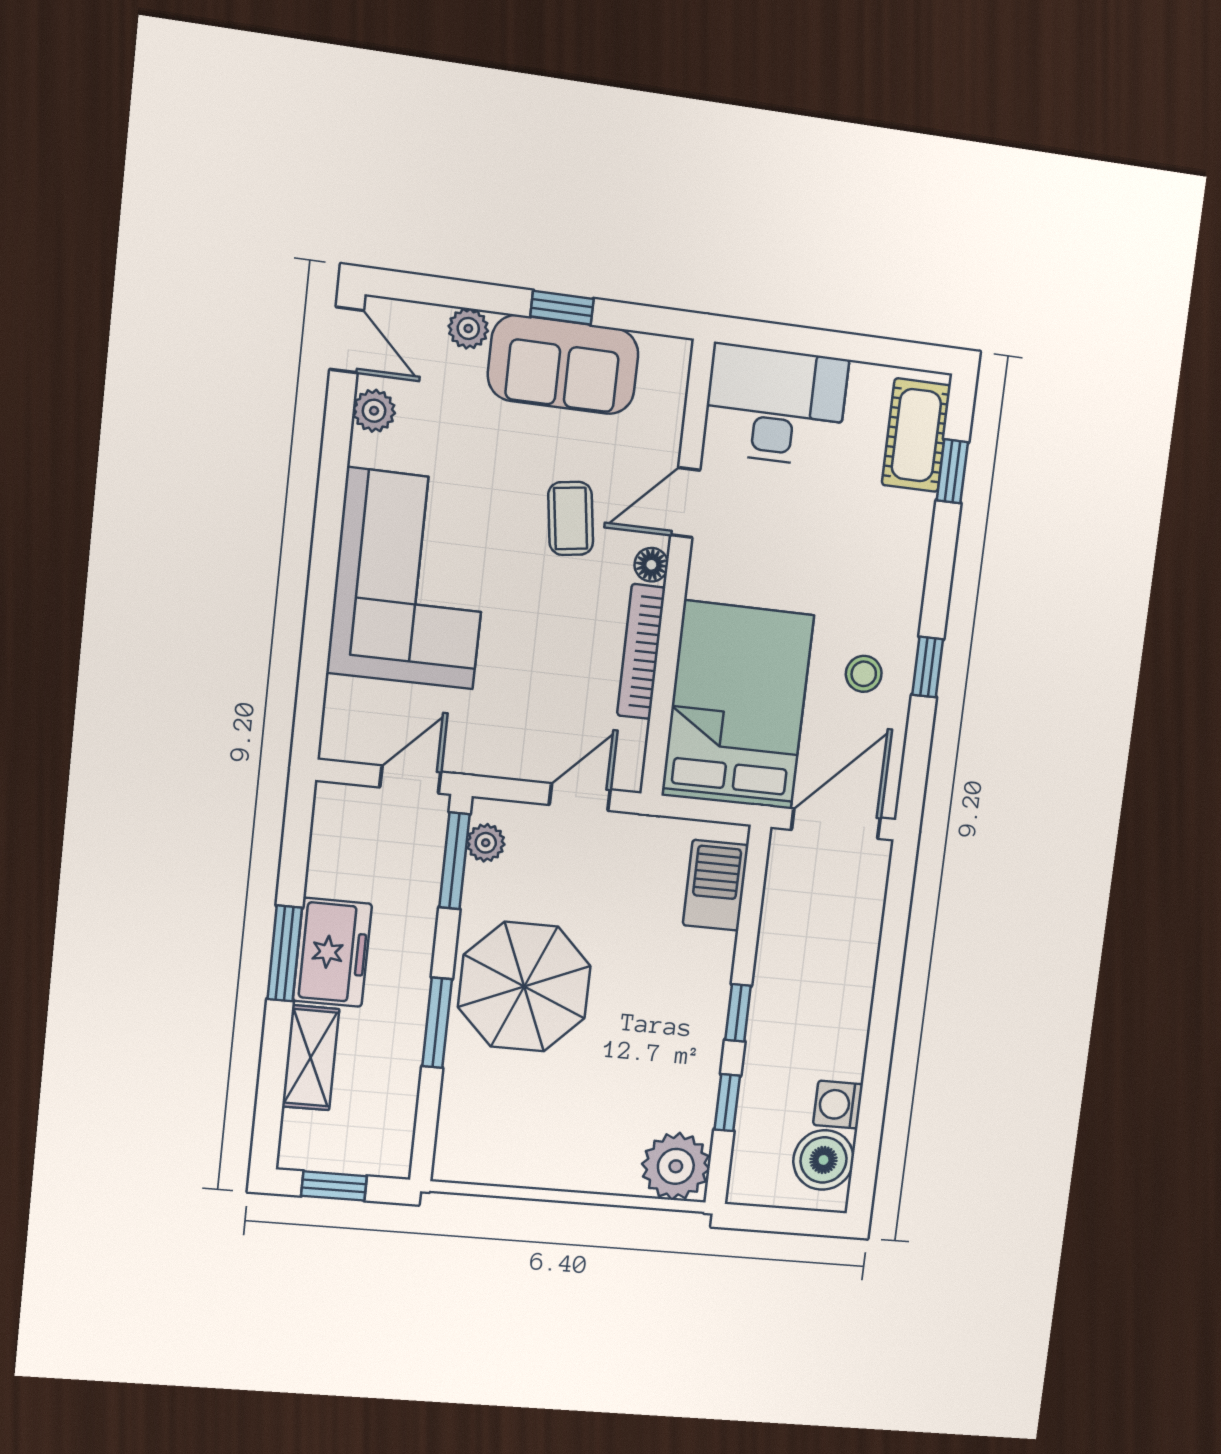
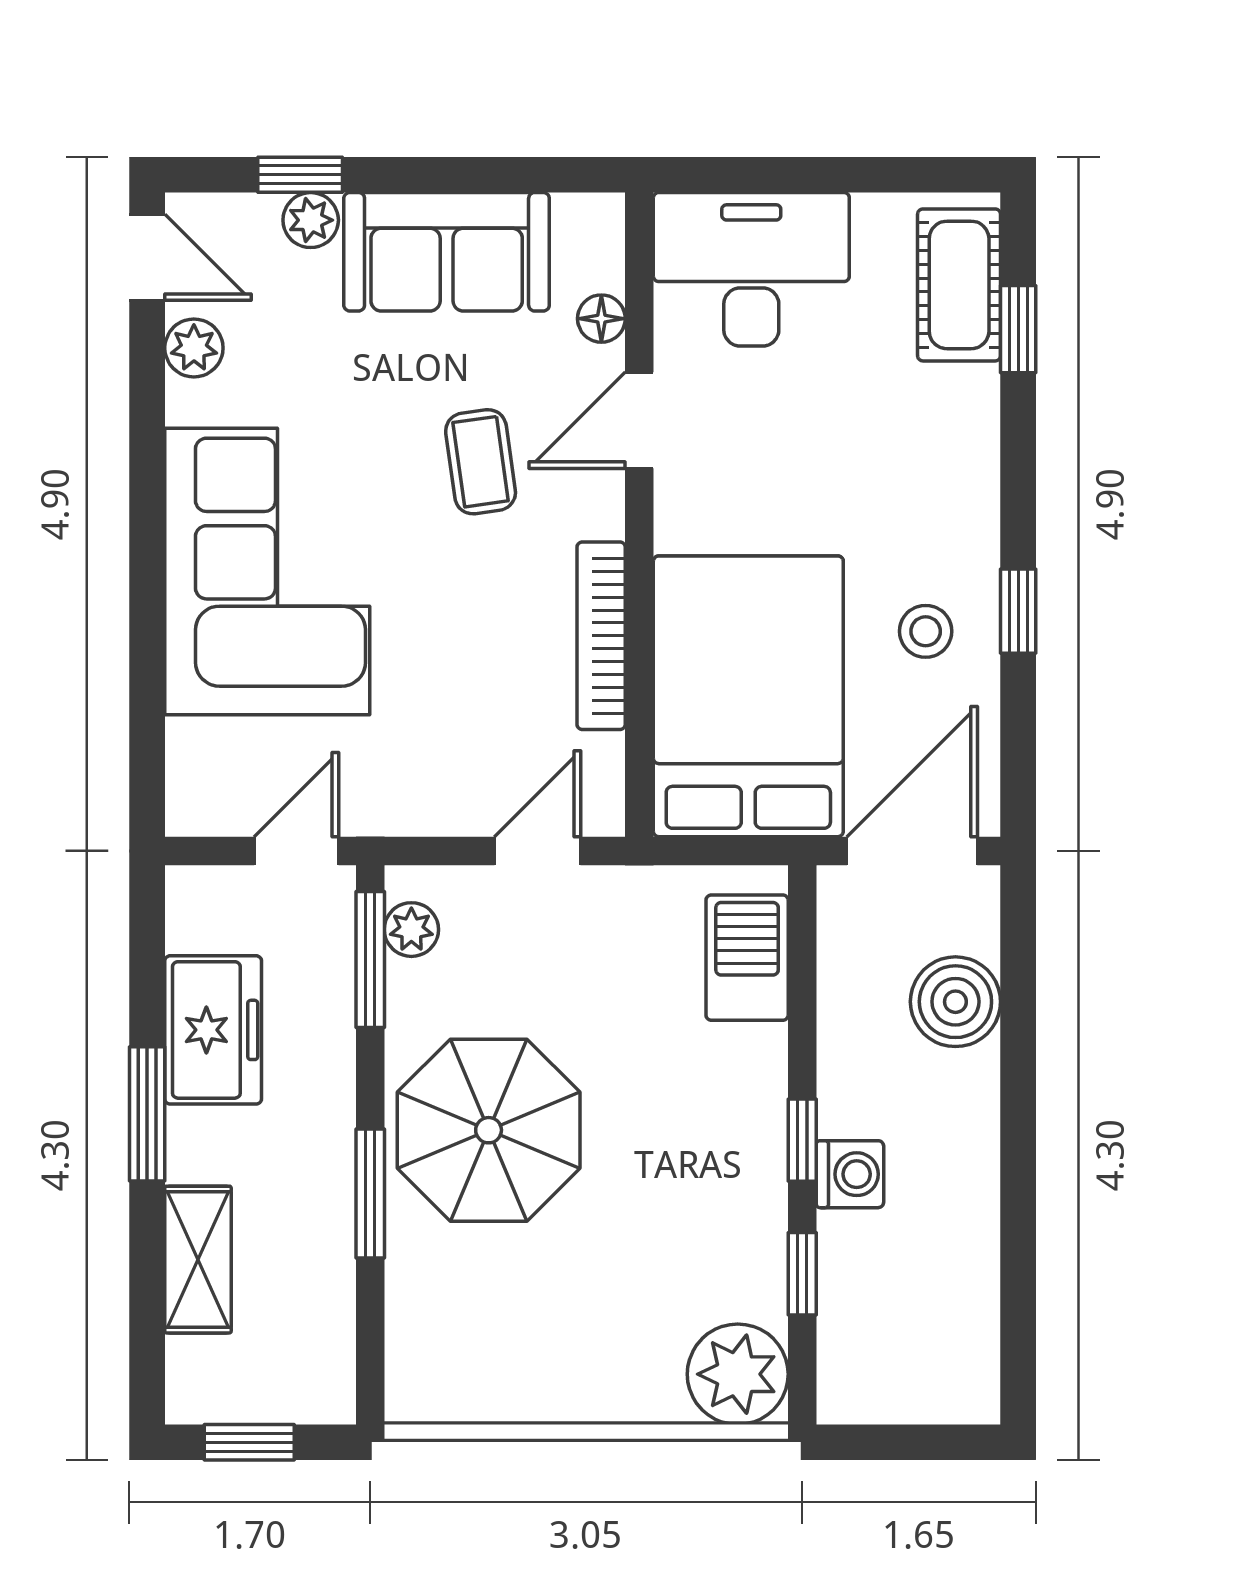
window: (562, 308) -> (300, 175), moved
floor lamp: (651, 565) -> (601, 319), moved
freezer: (332, 952) -> (213, 1030), moved
washing machine: (838, 1105) -> (850, 1174), moved, turned 180
boiler: (824, 1160) -> (955, 1002), moved

